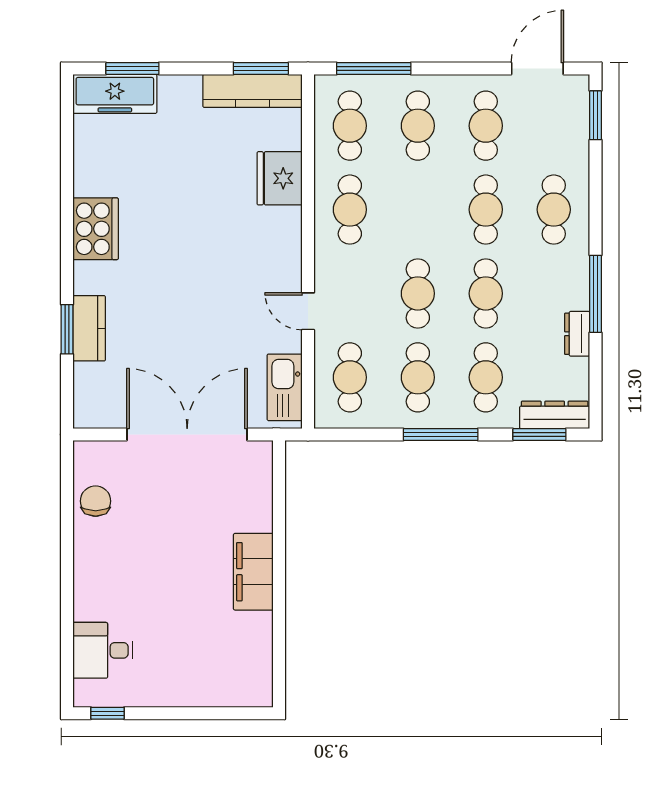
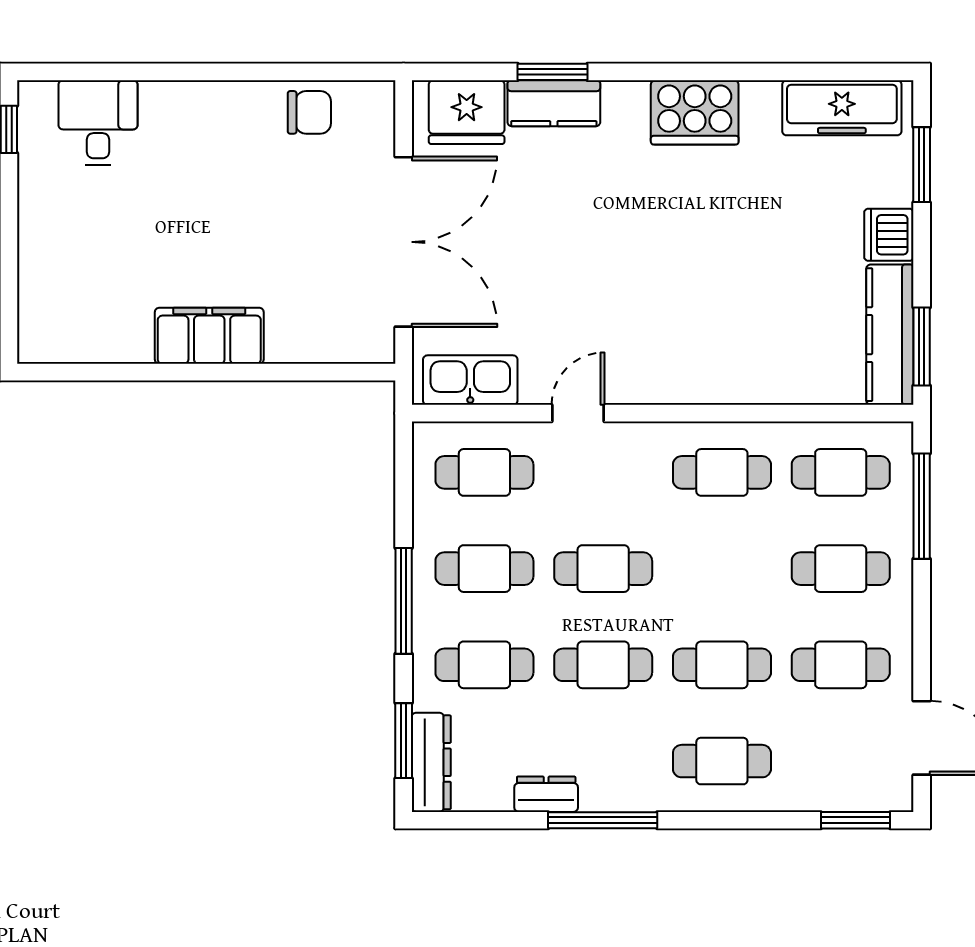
dishwasher: (182, 92) -> (889, 235), added
freezer: (115, 94) -> (842, 108), moved, turned -90
fridge: (280, 178) -> (467, 112), moved, turned 180

